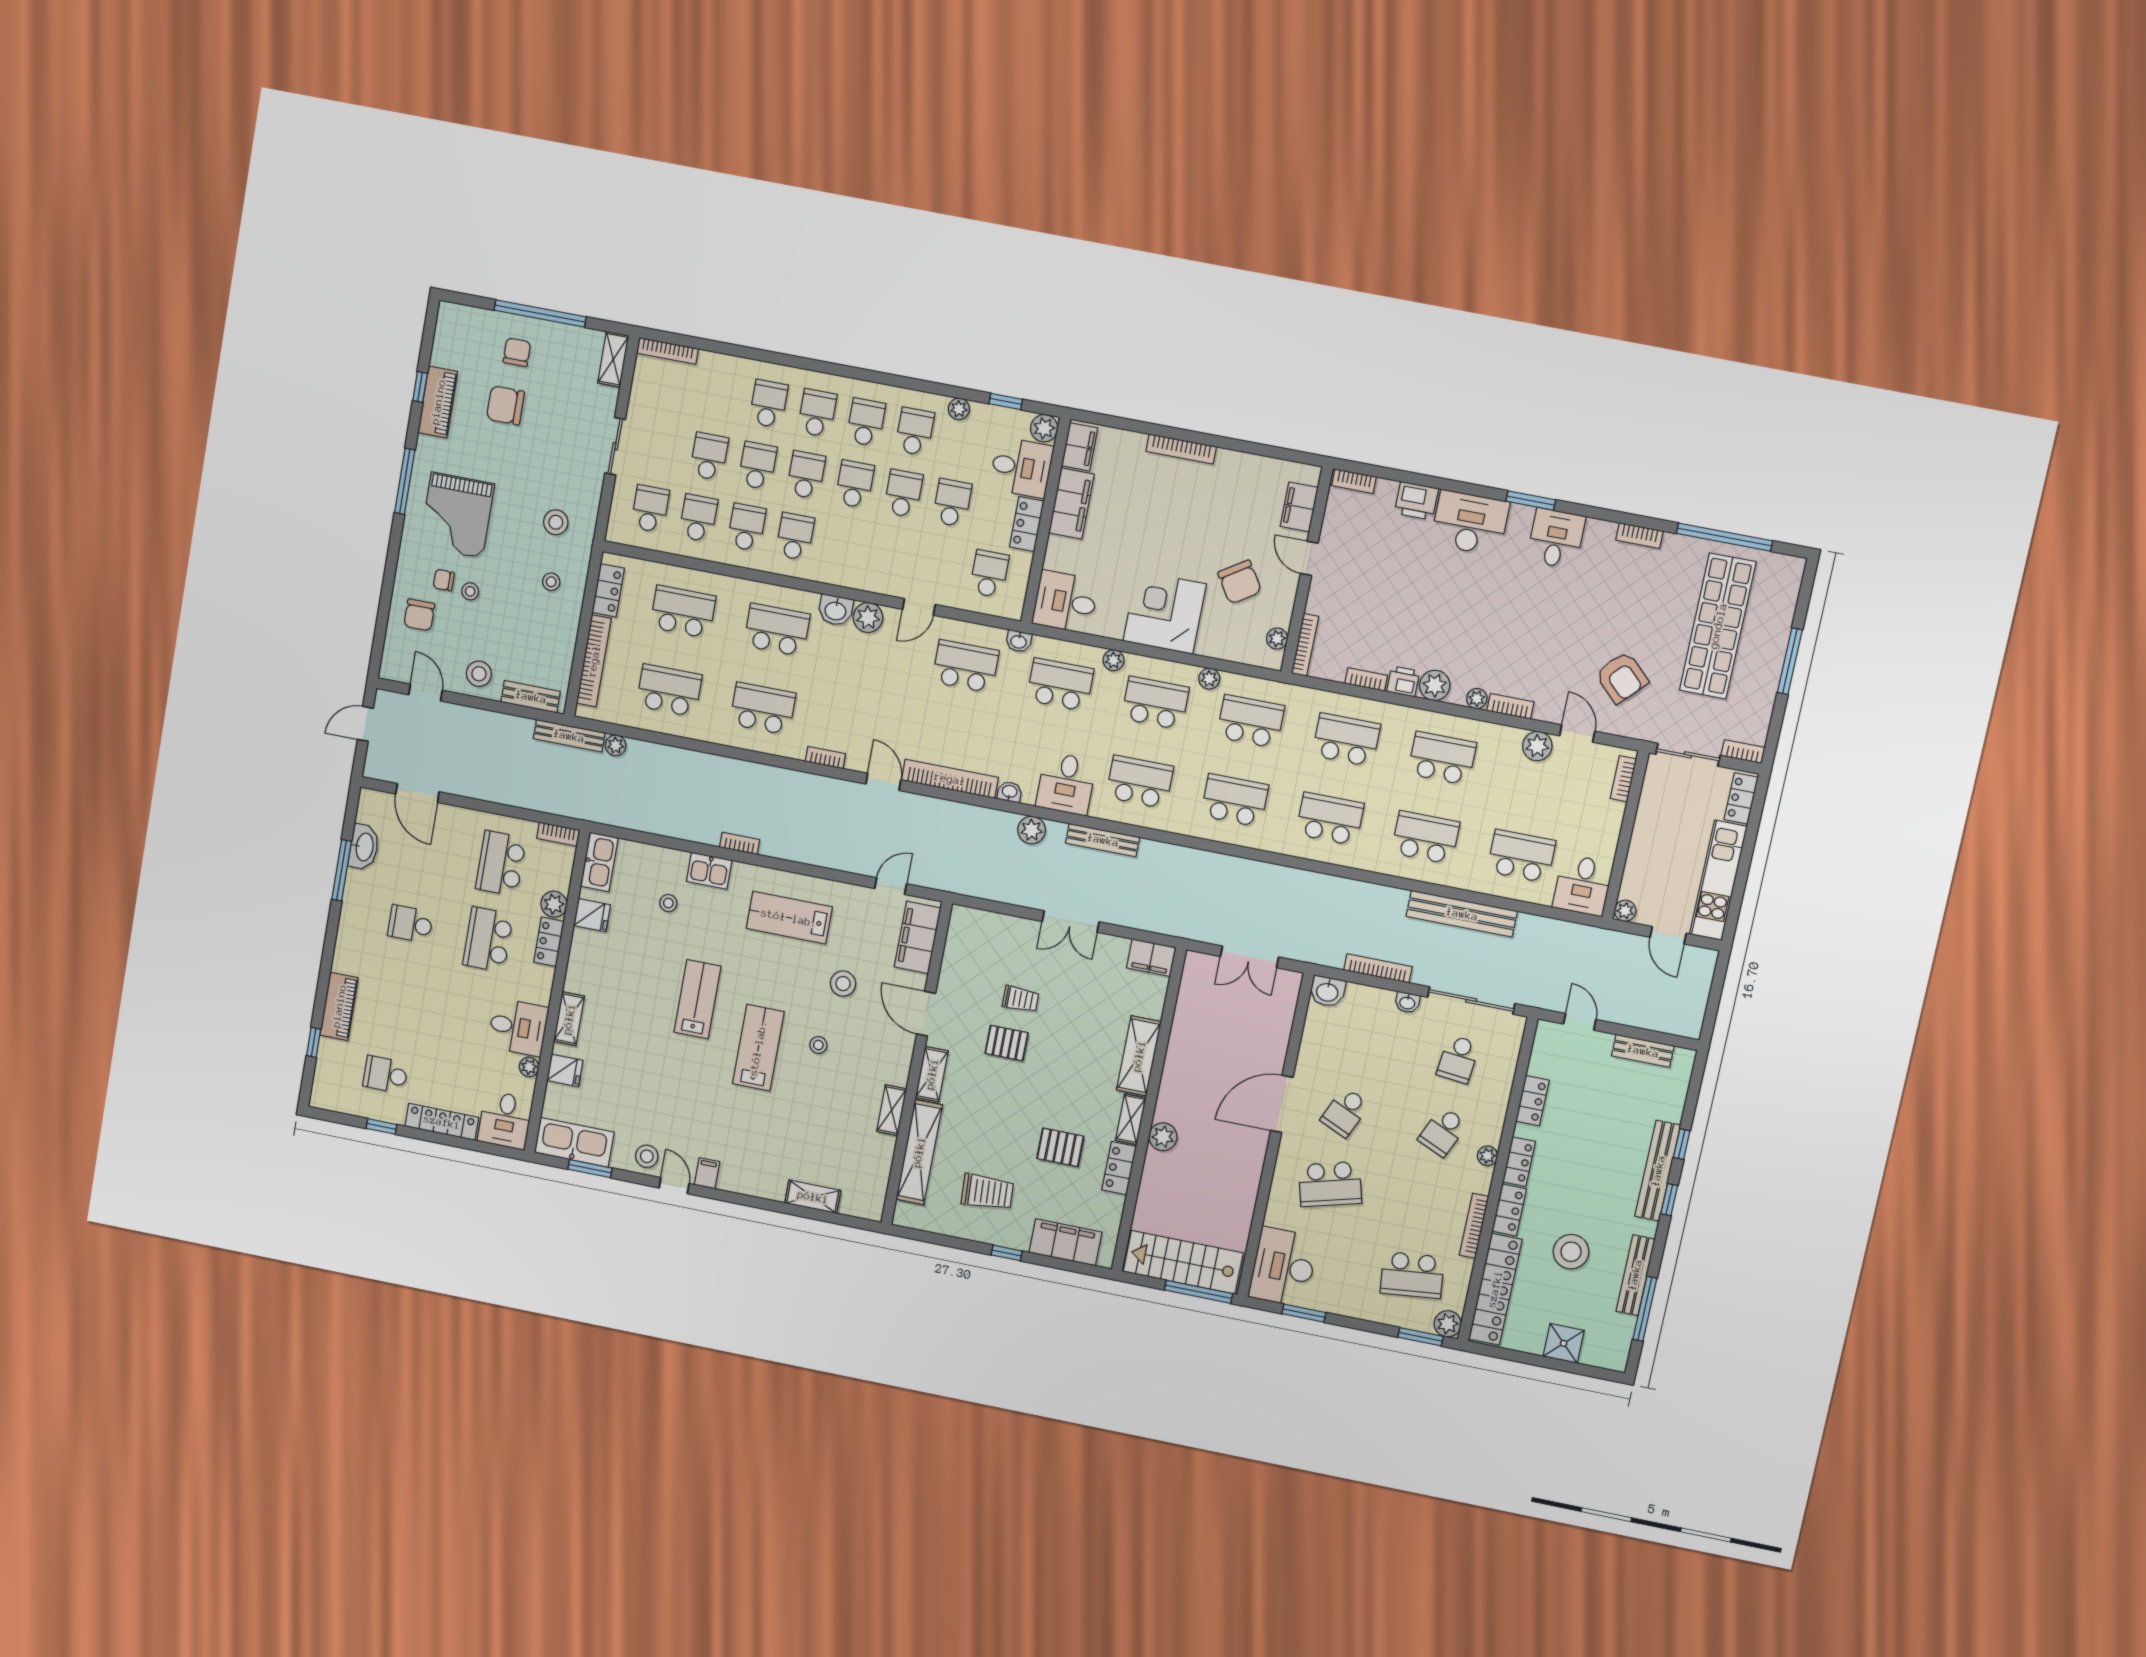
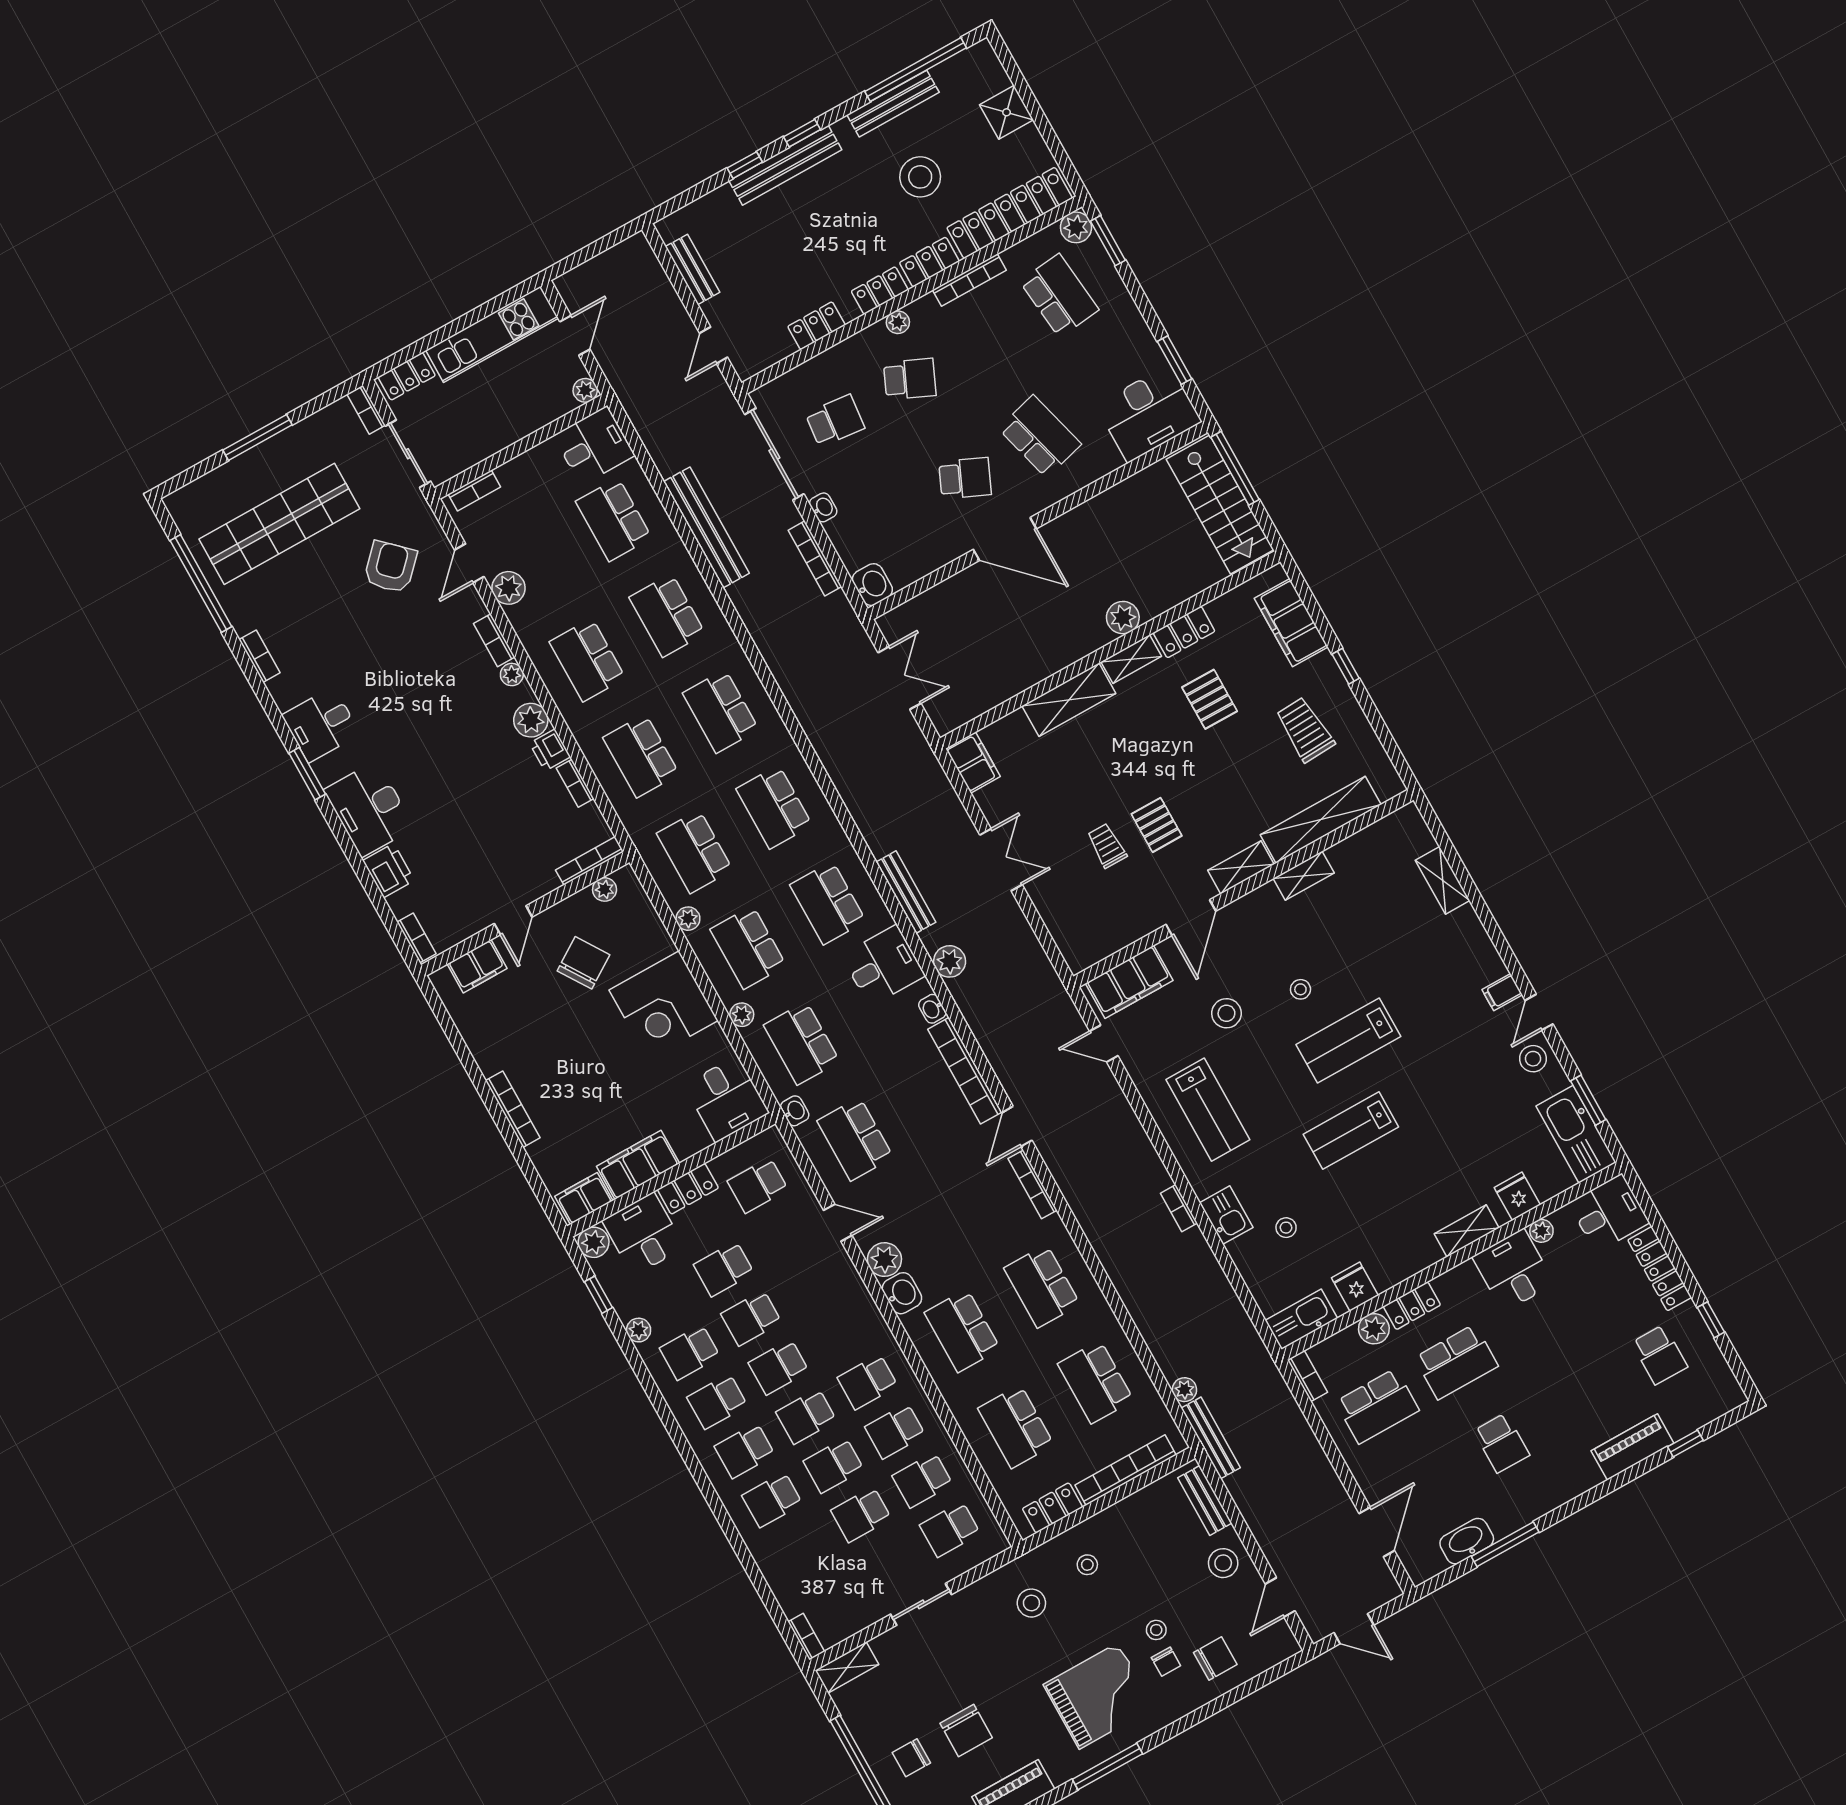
bookcase: (667, 351) -> (806, 1637), width x0.64
bookcase: (825, 758) -> (1033, 1184), width x1.56
window: (1645, 1309) -> (916, 70), width x1.46

